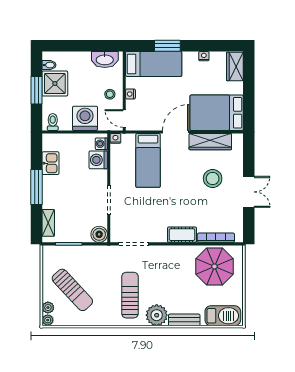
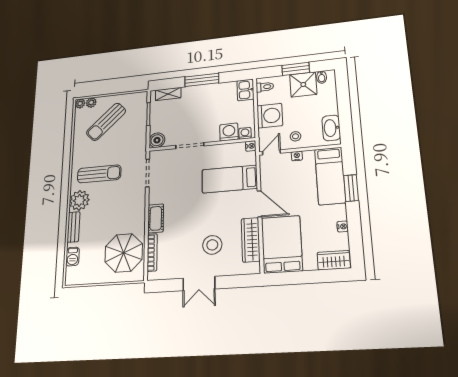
kitchen sink: (50, 163) -> (245, 90), moved, turned 90
barbecue: (223, 316) -> (73, 257), width x0.53, depth x0.65

